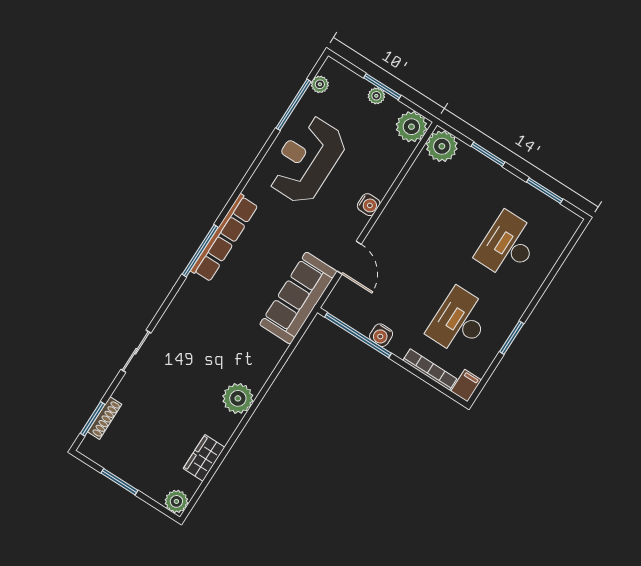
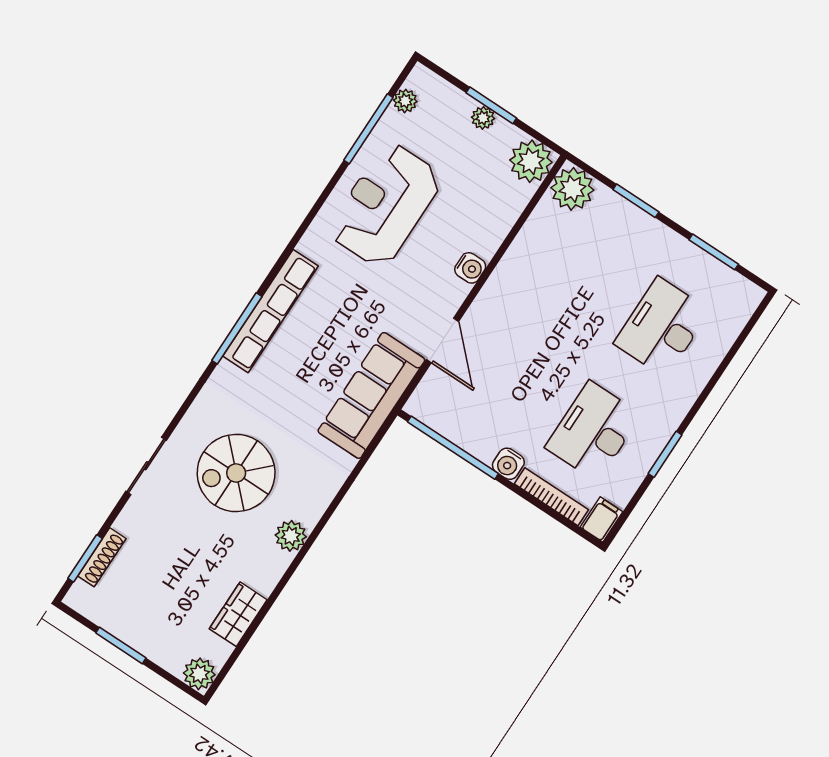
water cooler: (381, 335) -> (508, 464), moved
spiral stairs: (201, 356) -> (236, 473), added
plant: (238, 398) -> (291, 536), width x0.73, depth x0.73

